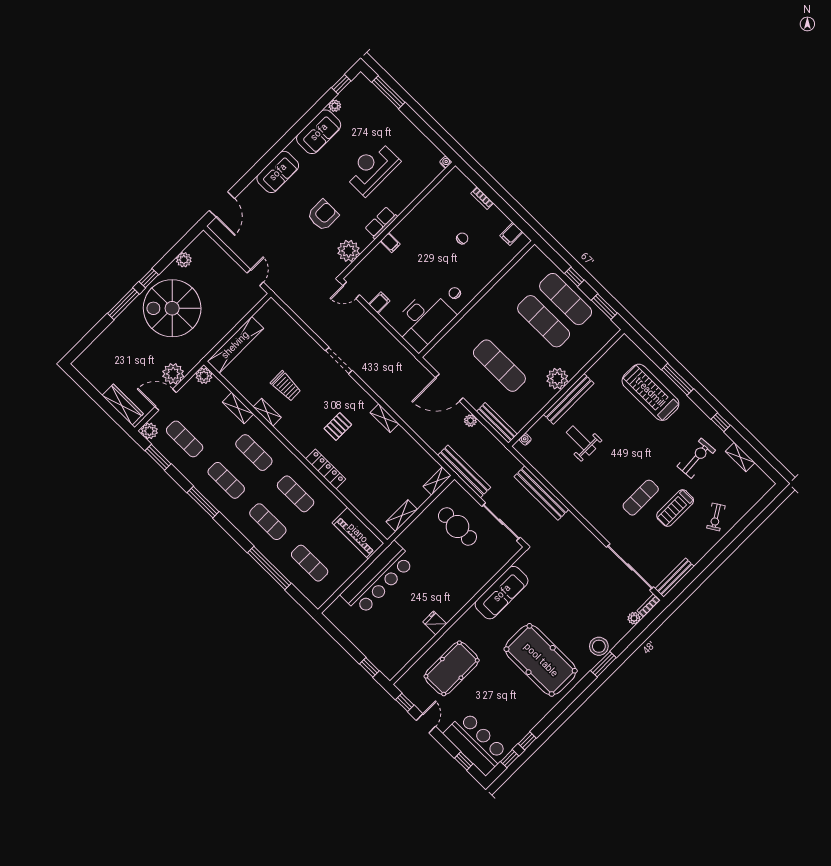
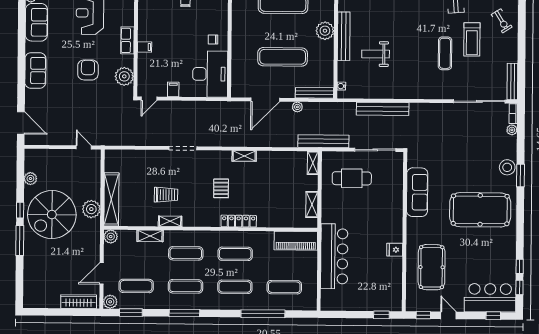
plant: (173, 374) -> (91, 209), moved

